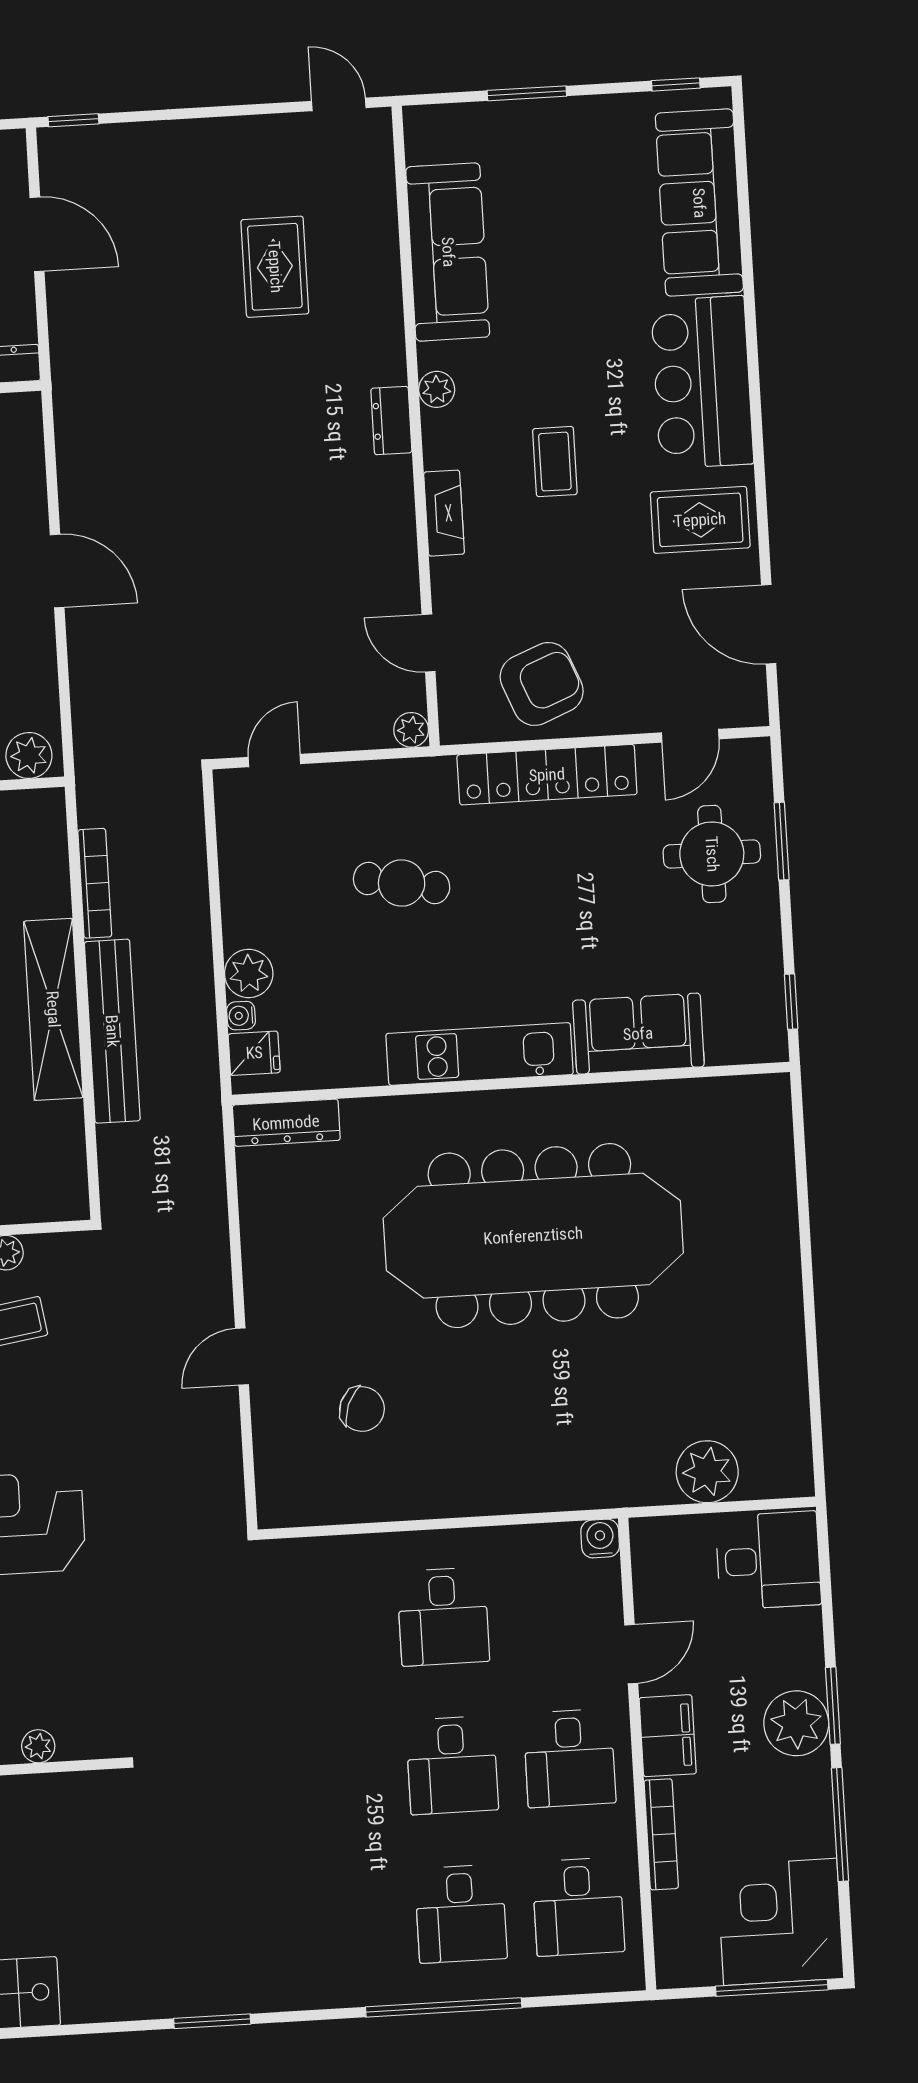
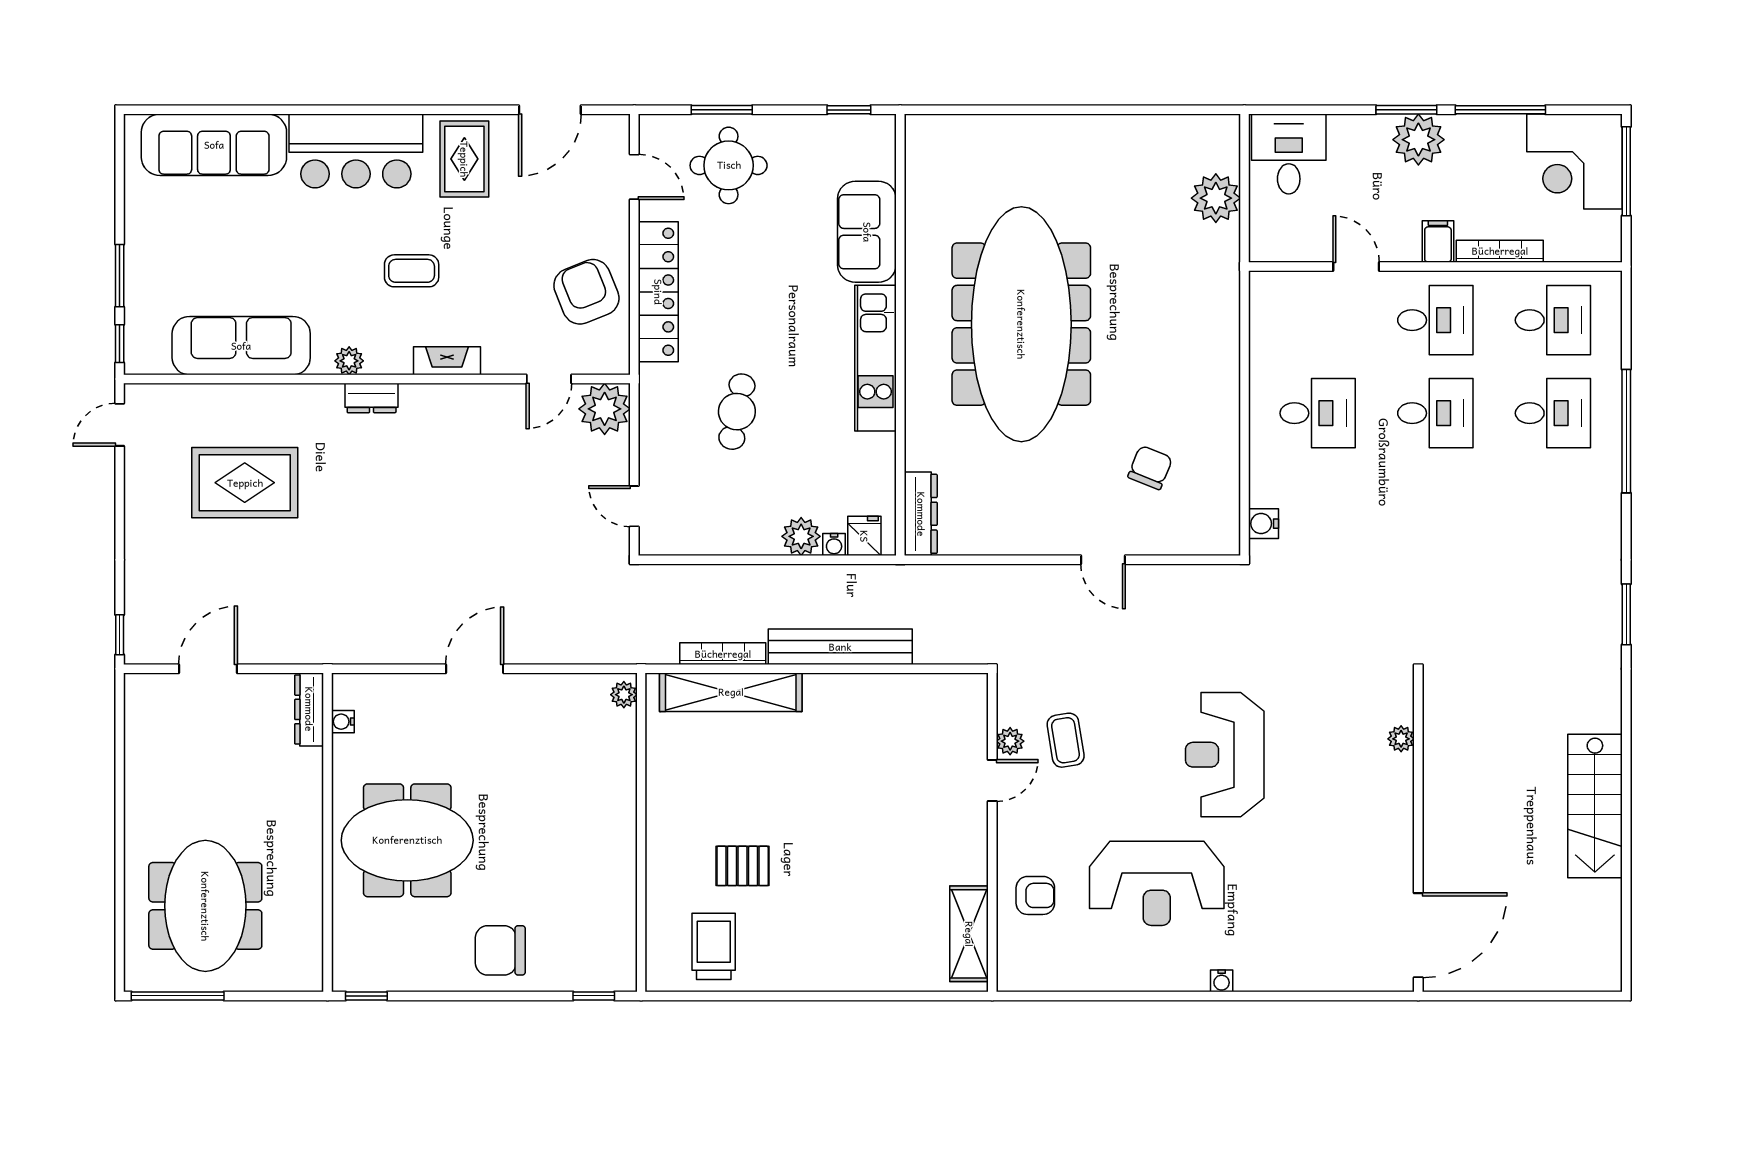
window: (676, 84) -> (120, 344), moved
rug: (275, 267) -> (245, 483), width x1.36, depth x1.43
plant: (411, 730) -> (605, 409), width x1.87, depth x1.87
plant: (29, 755) -> (624, 695), width x0.73, depth x0.73
shelving: (53, 1009) -> (731, 692), moved
water cooler: (600, 1539) -> (1263, 524), moved
filing cabinet: (668, 1736) -> (1438, 242), width x0.50

